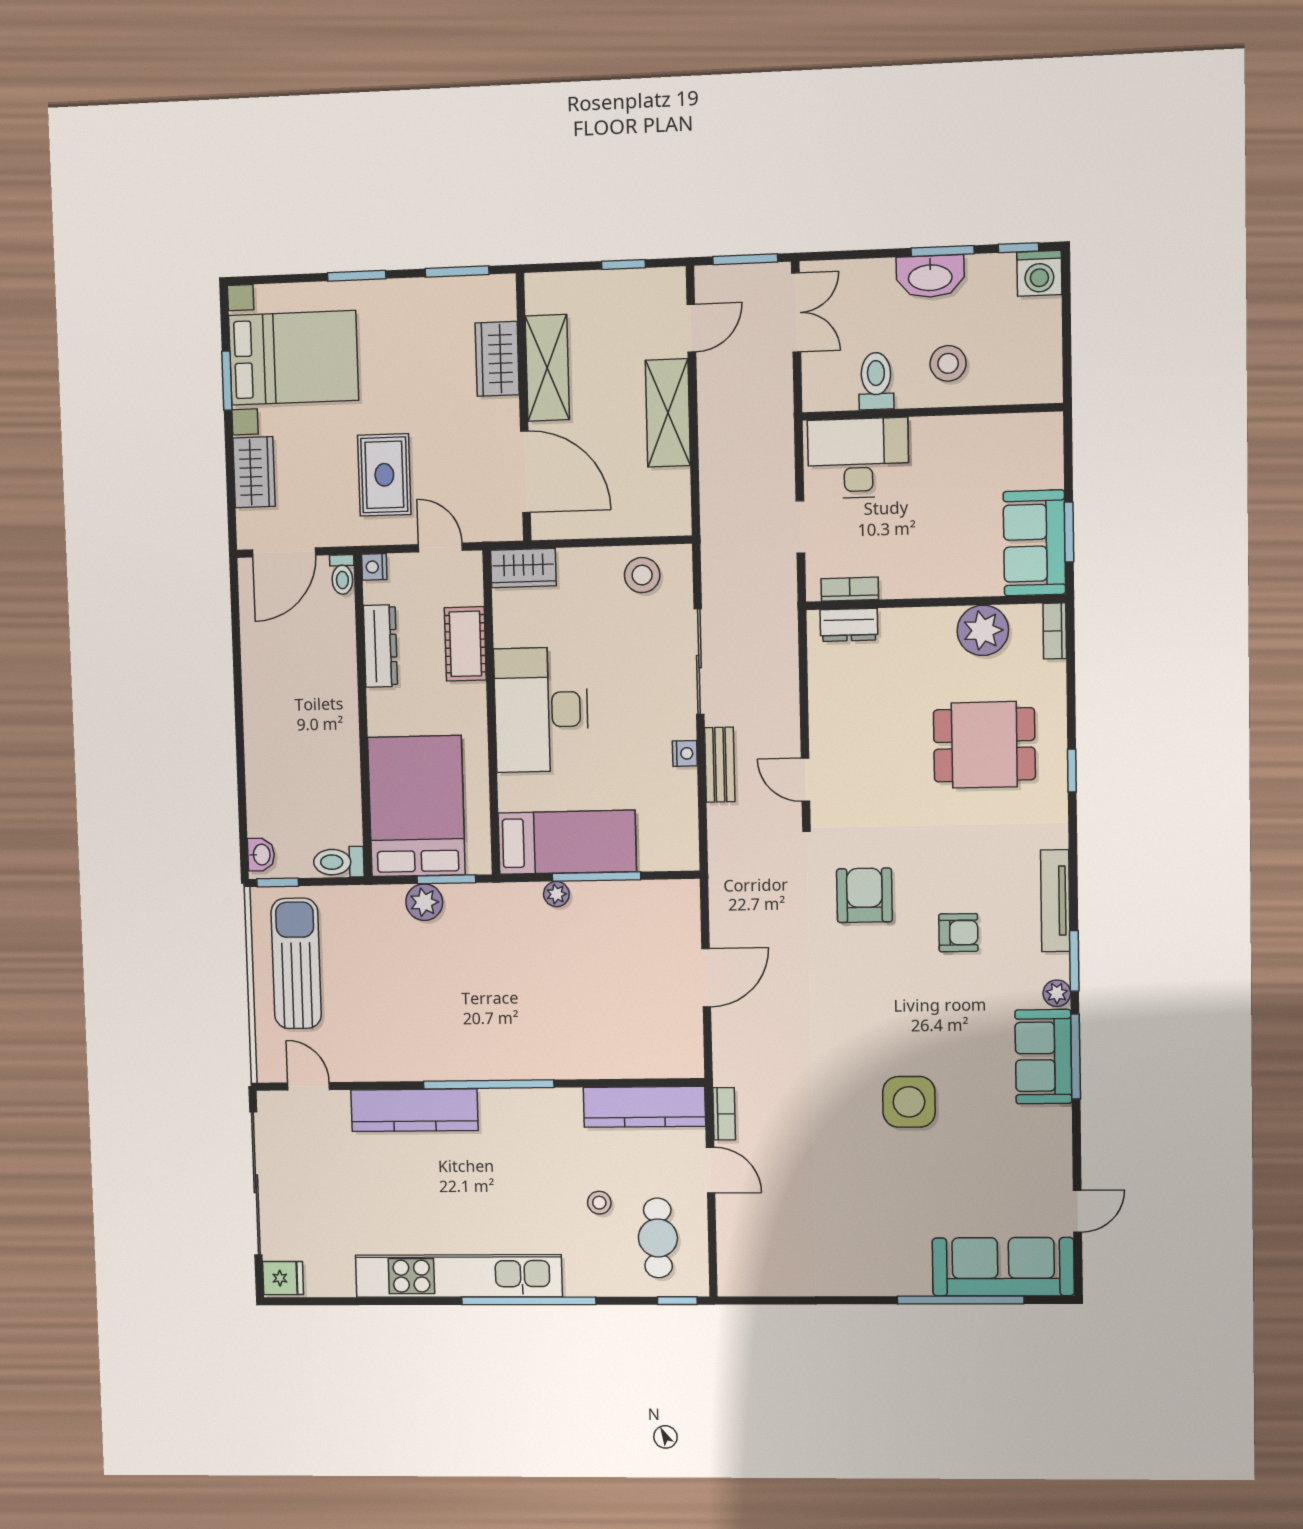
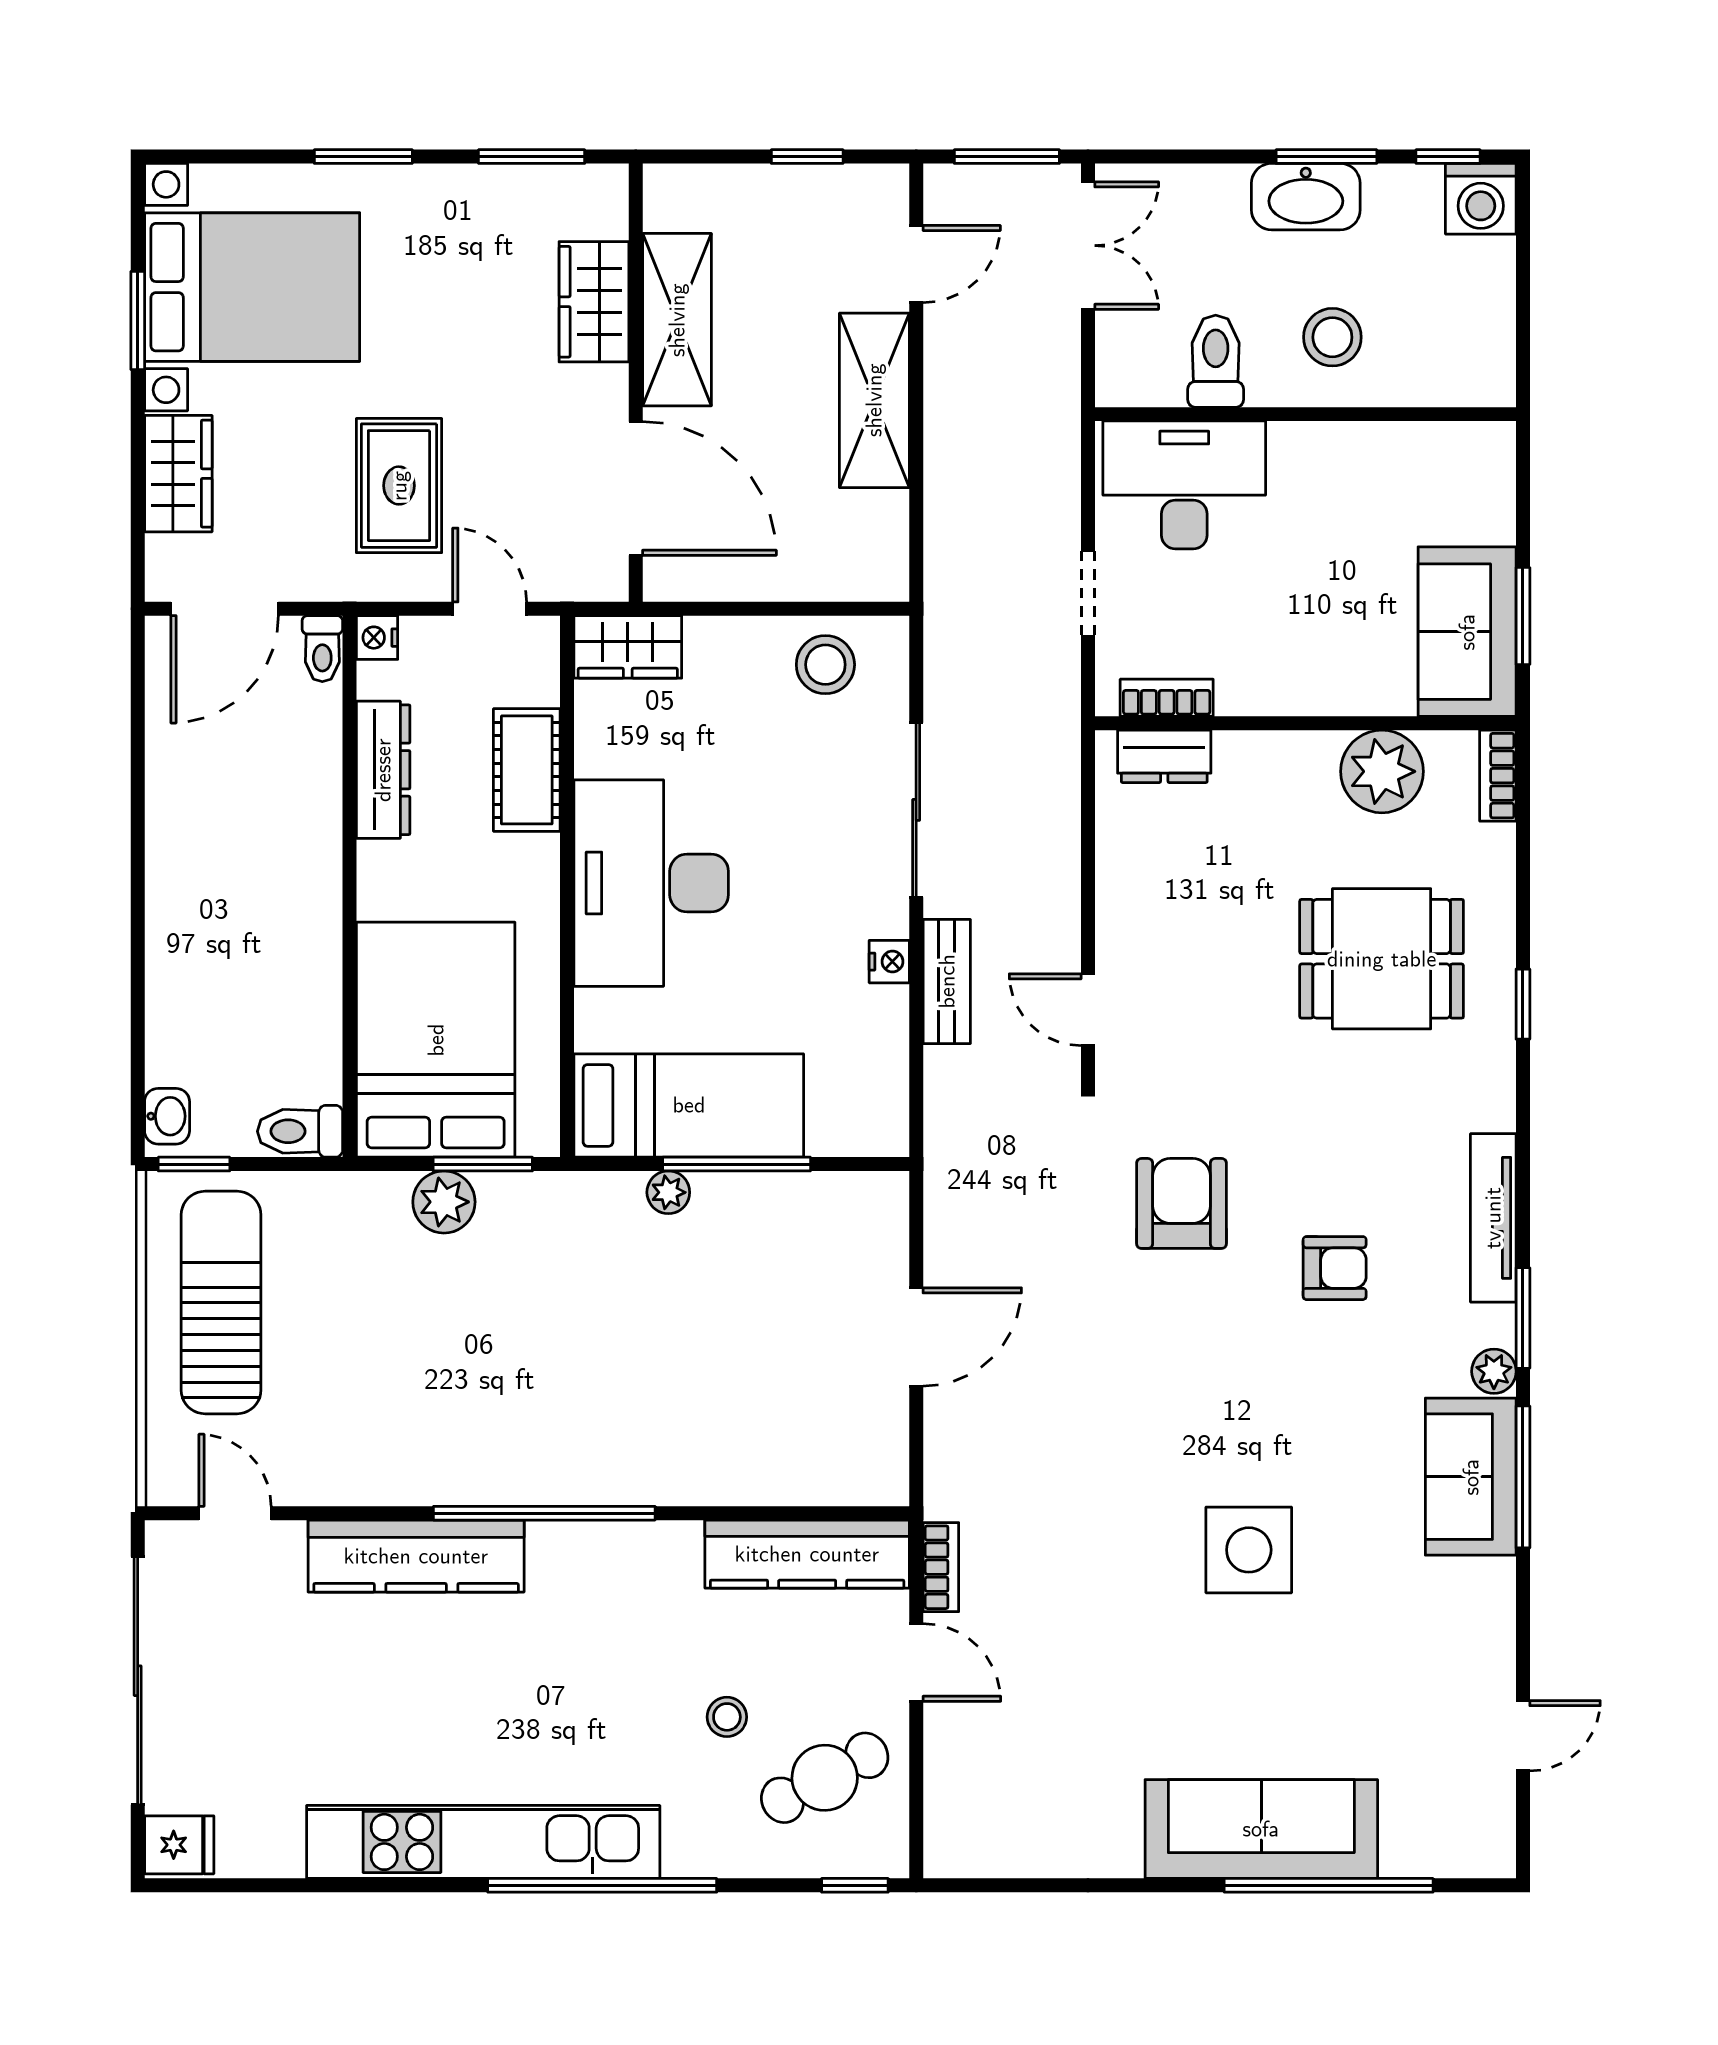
cafe table: (658, 1238) -> (825, 1778), turned 62
sofa: (1003, 1267) -> (1261, 1829), moved

